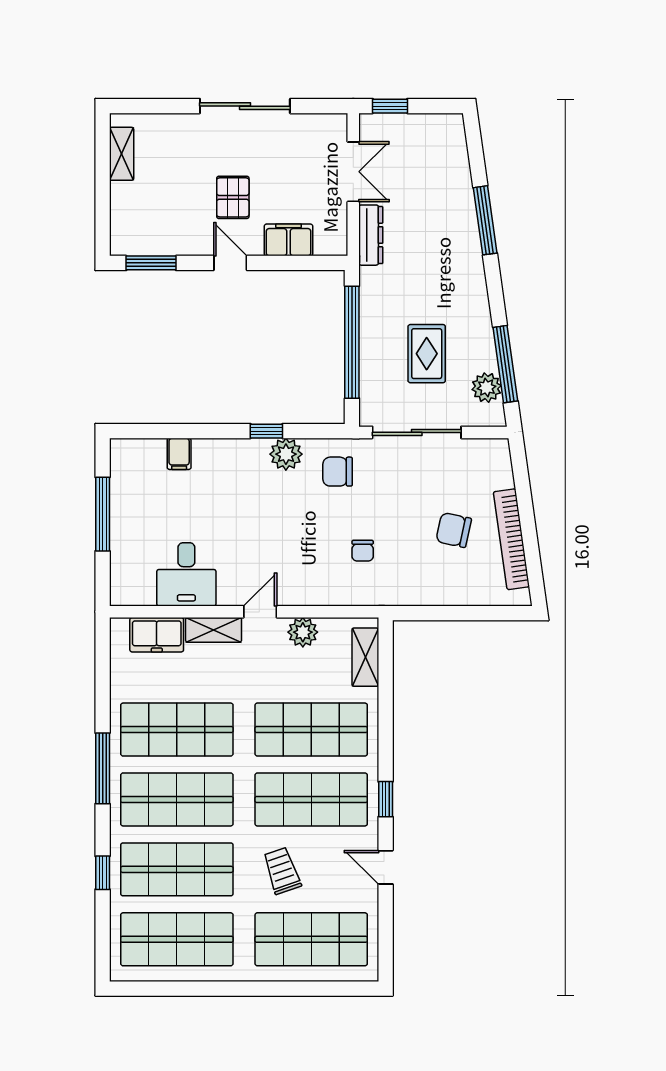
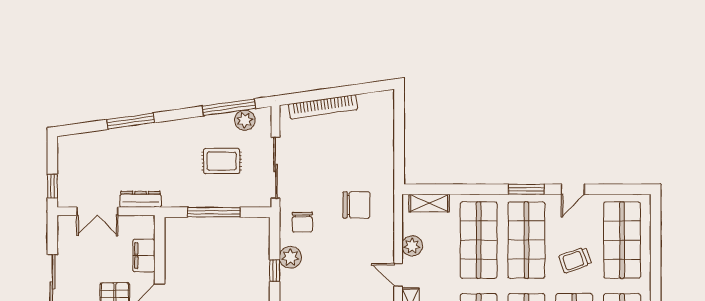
double door: (353, 172) -> (97, 211), swing flipped
window: (352, 342) -> (214, 212), width x0.68
chair: (454, 530) -> (342, 143), removed
bookcase: (511, 539) -> (323, 107), moved
chair: (363, 551) -> (356, 205), width x1.87, depth x1.87
window: (386, 799) -> (526, 189), width x1.50

